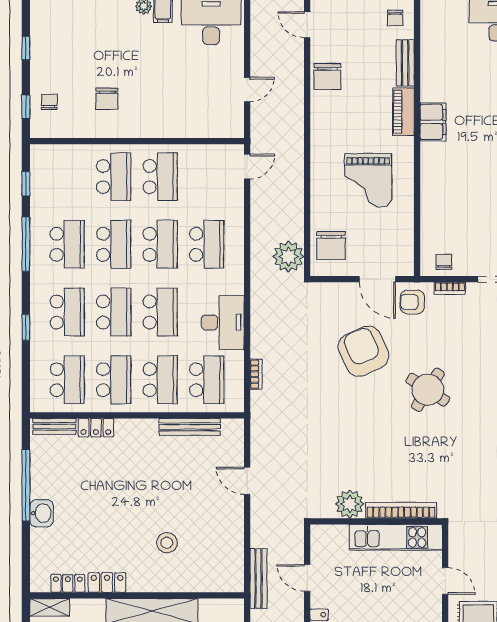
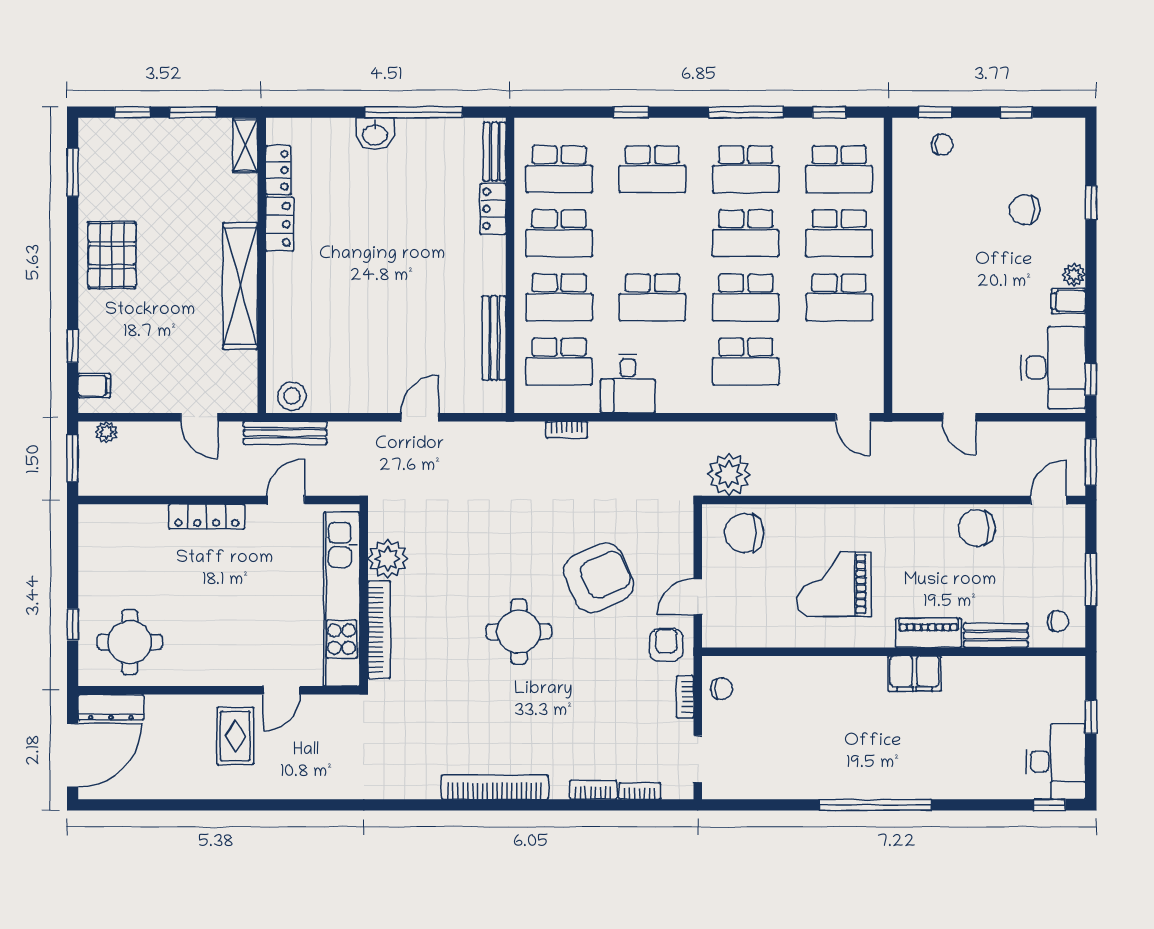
chair: (395, 18) -> (1058, 621), turned 180
chair: (107, 99) -> (1025, 210), moved
door: (377, 279) -> (698, 597), width x0.73
school desk: (114, 312) -> (839, 169), moved
desk: (223, 322) -> (628, 384), width x0.73
round table: (428, 390) -> (519, 632), moved, turned -33
kitchen unit: (396, 537) -> (342, 599), width x1.36
stool: (167, 543) -> (292, 396), moved

